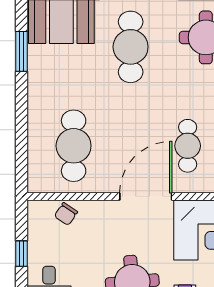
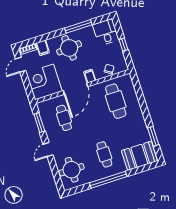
cafe table: (131, 47) -> (104, 154), width x0.73, depth x0.74
filing cabinet: (109, 213) -> (90, 76), added

